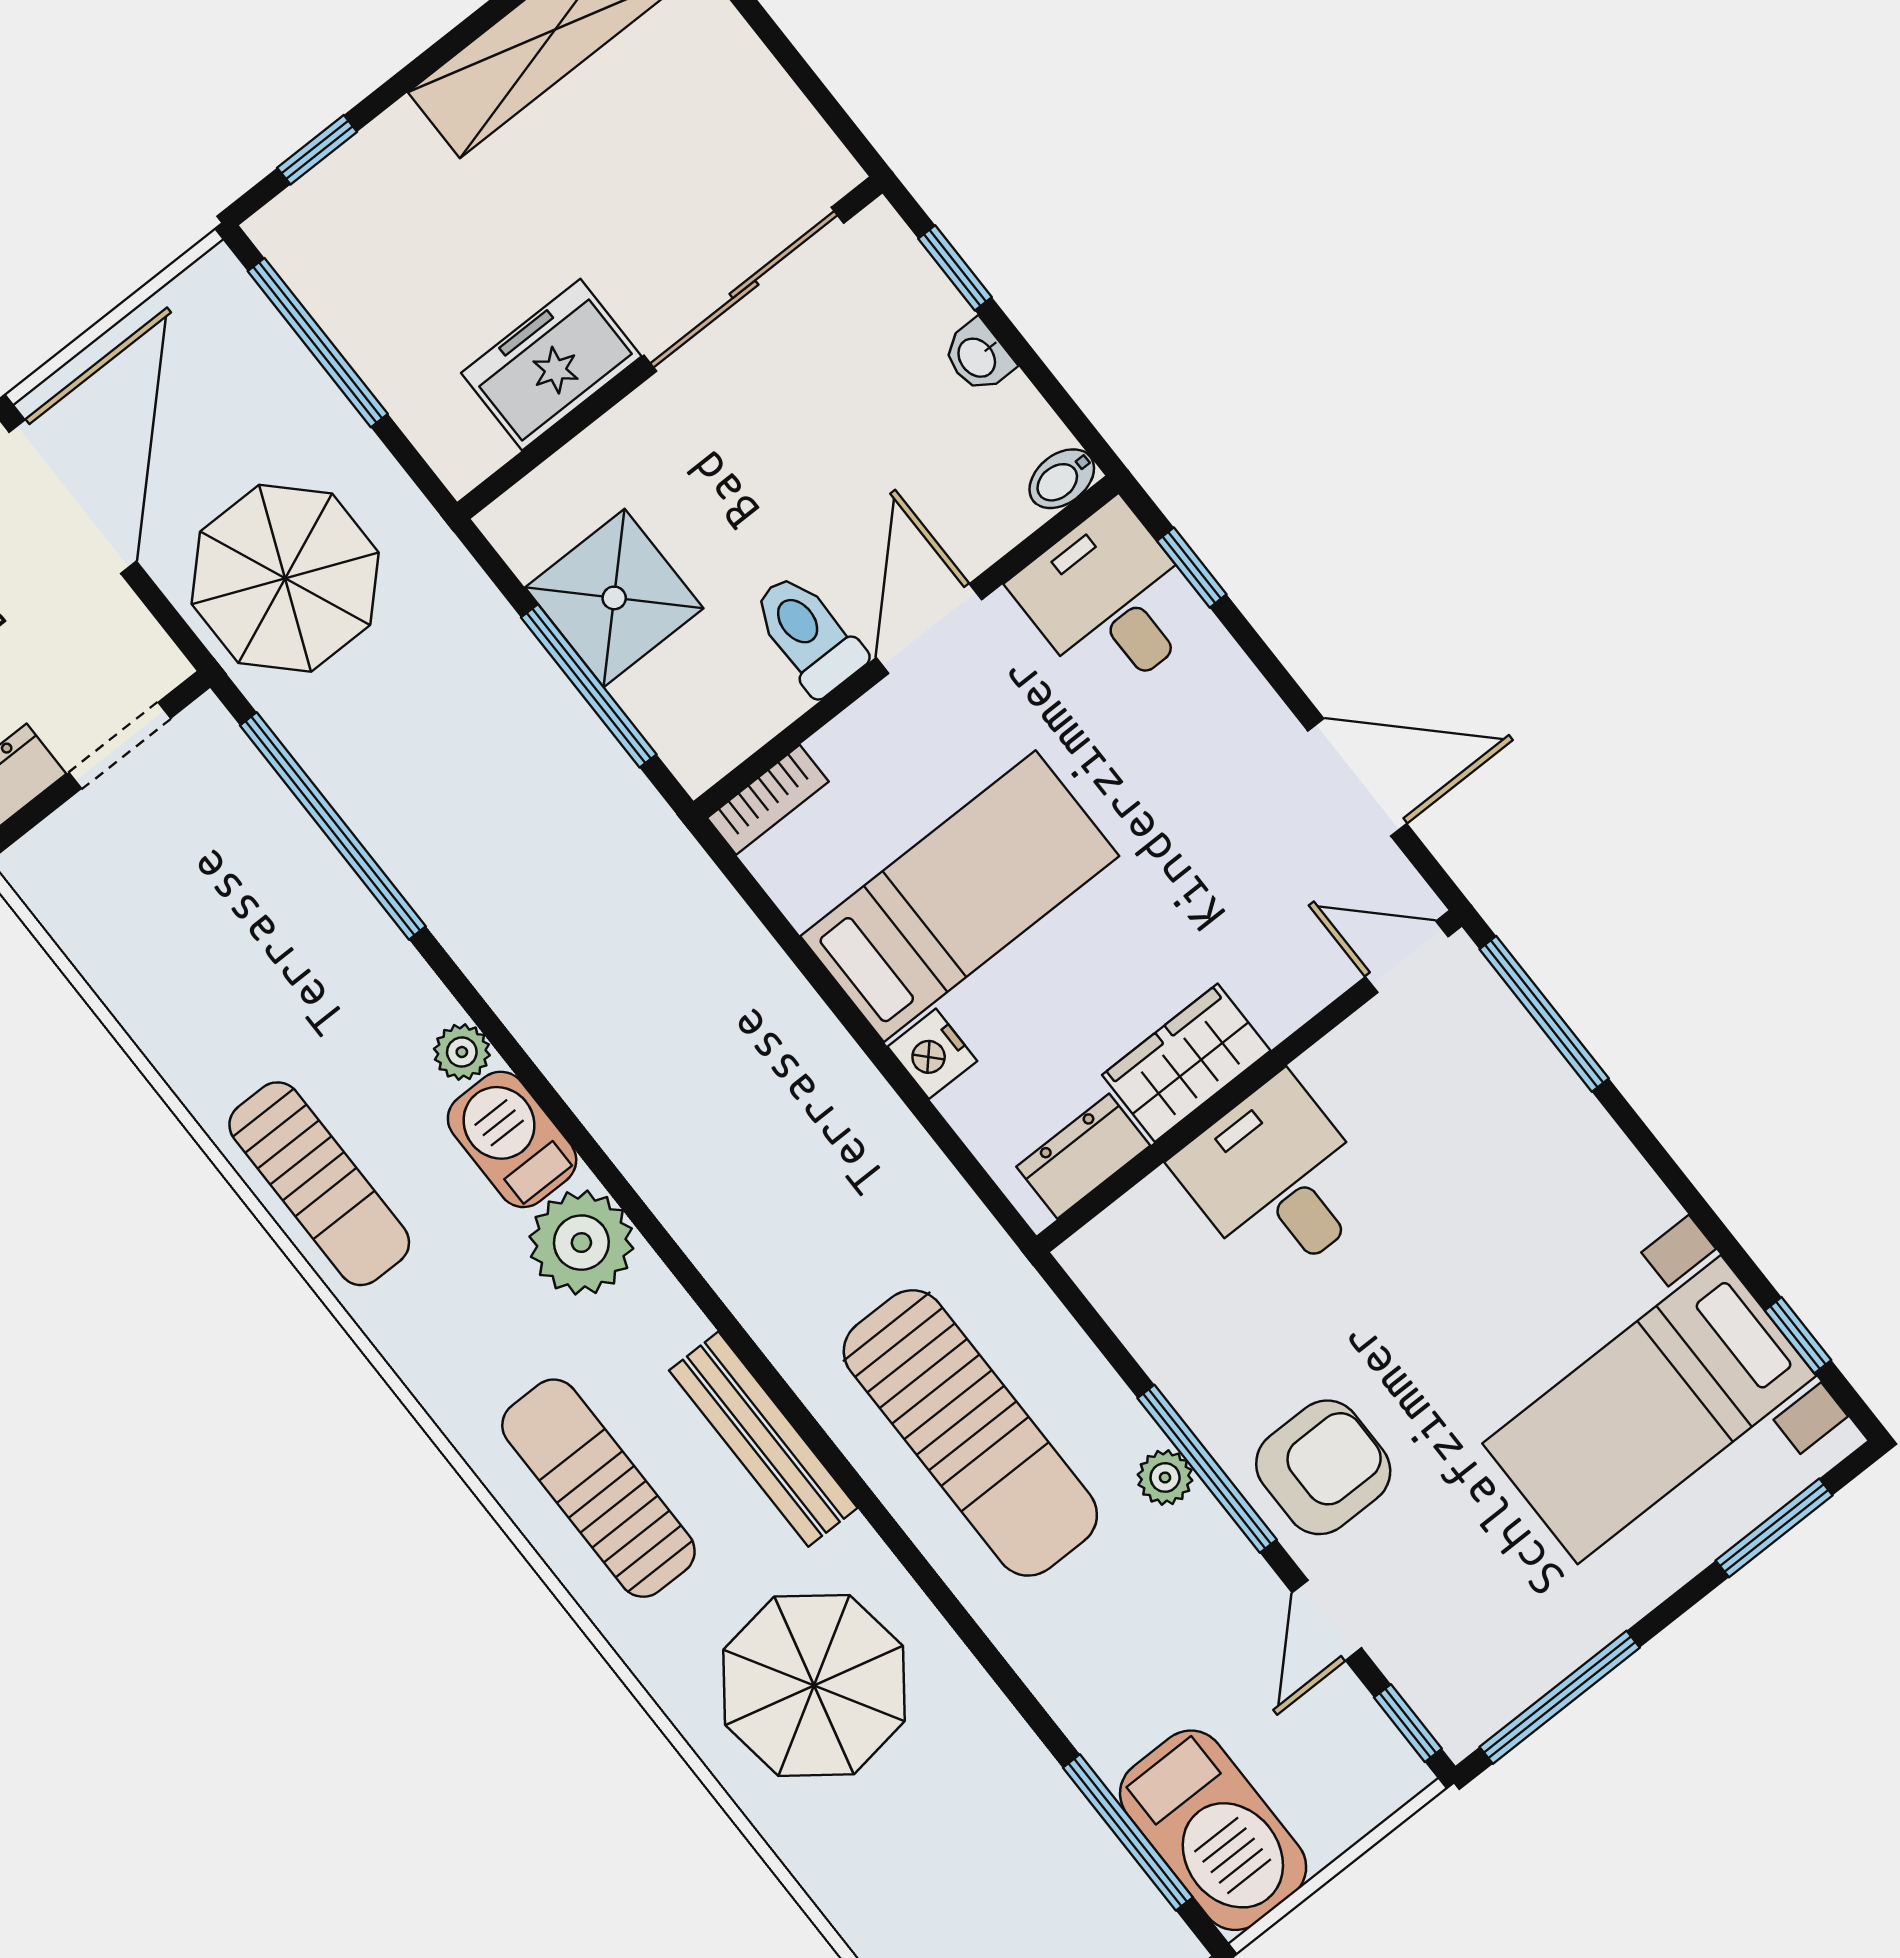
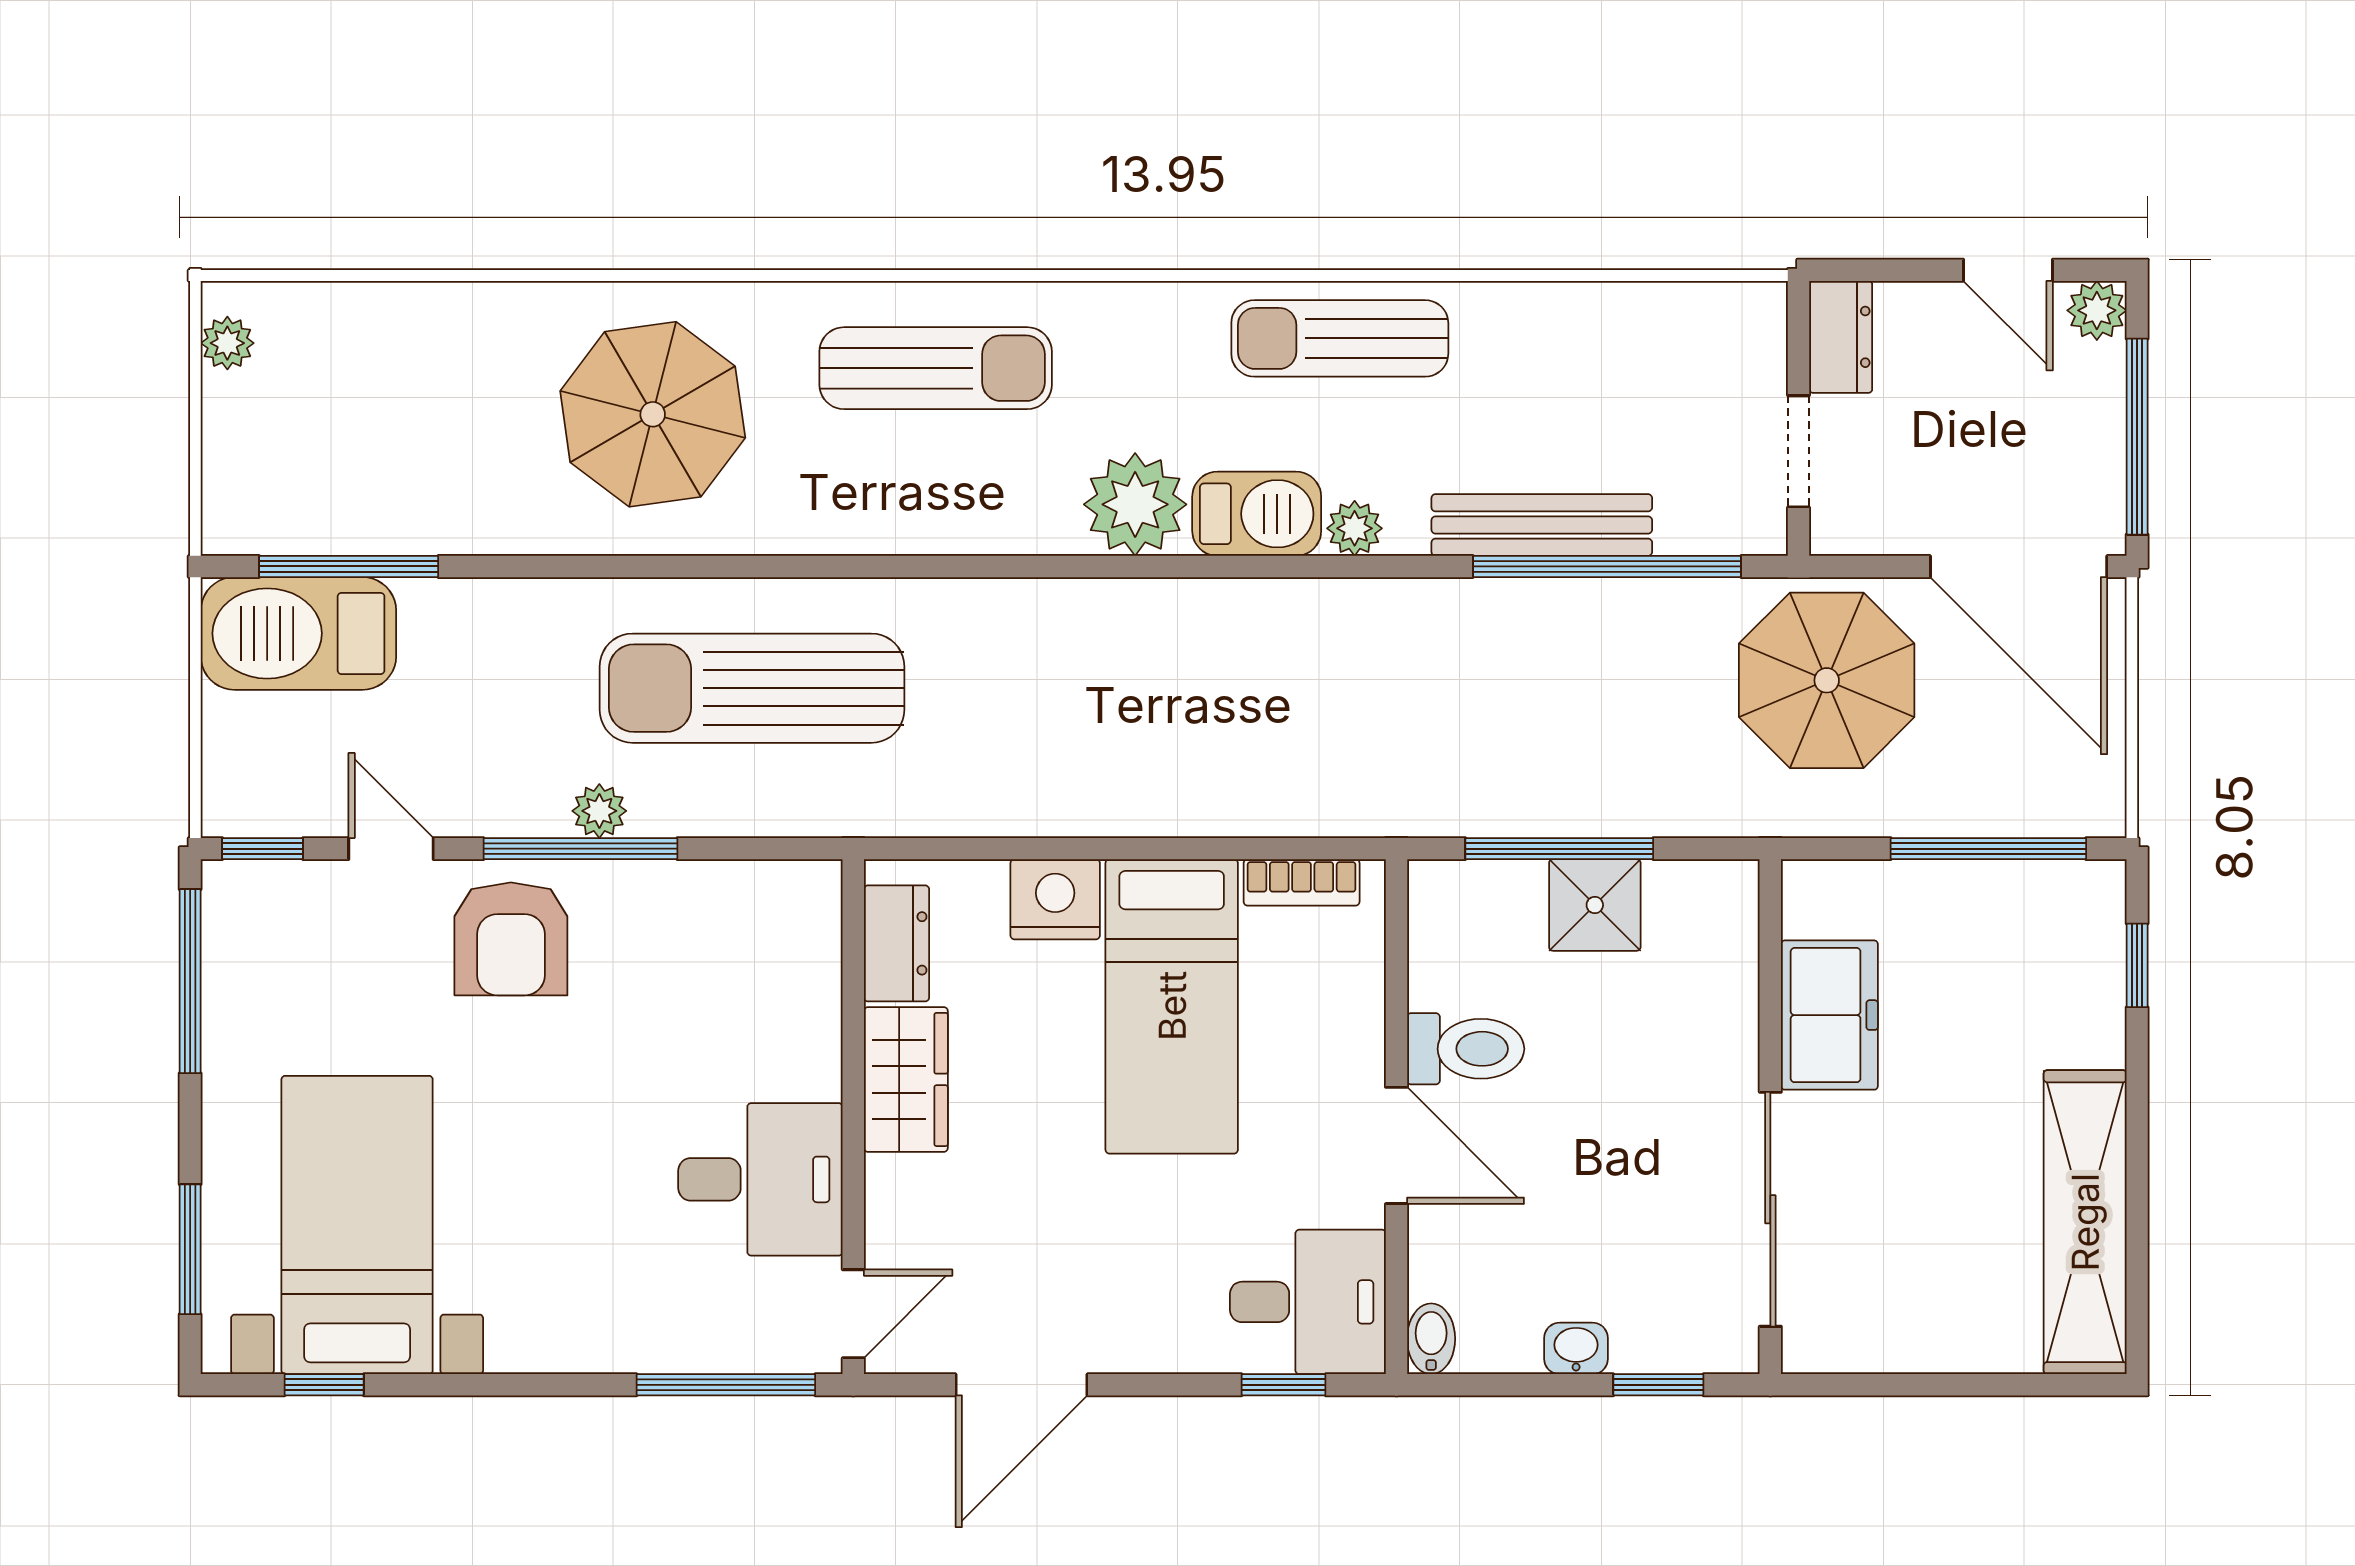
shower: (614, 598) -> (1595, 905), width x0.73, depth x0.73
bookcase: (768, 800) -> (1302, 882), moved, turned -90
nightstand: (932, 1054) -> (1055, 899), width x1.36, depth x1.33
desk: (1277, 1180) -> (760, 1179), moved
bench: (763, 1439) -> (1542, 525), moved

